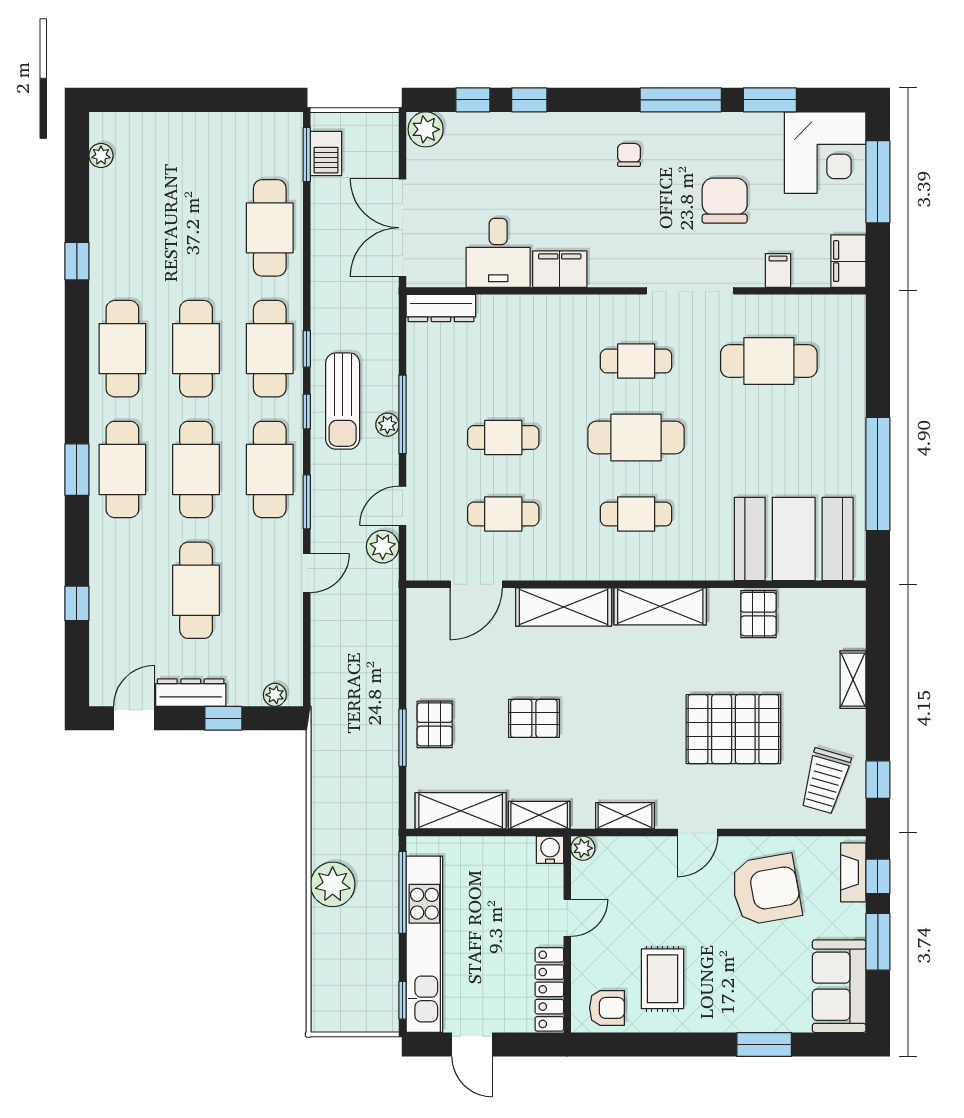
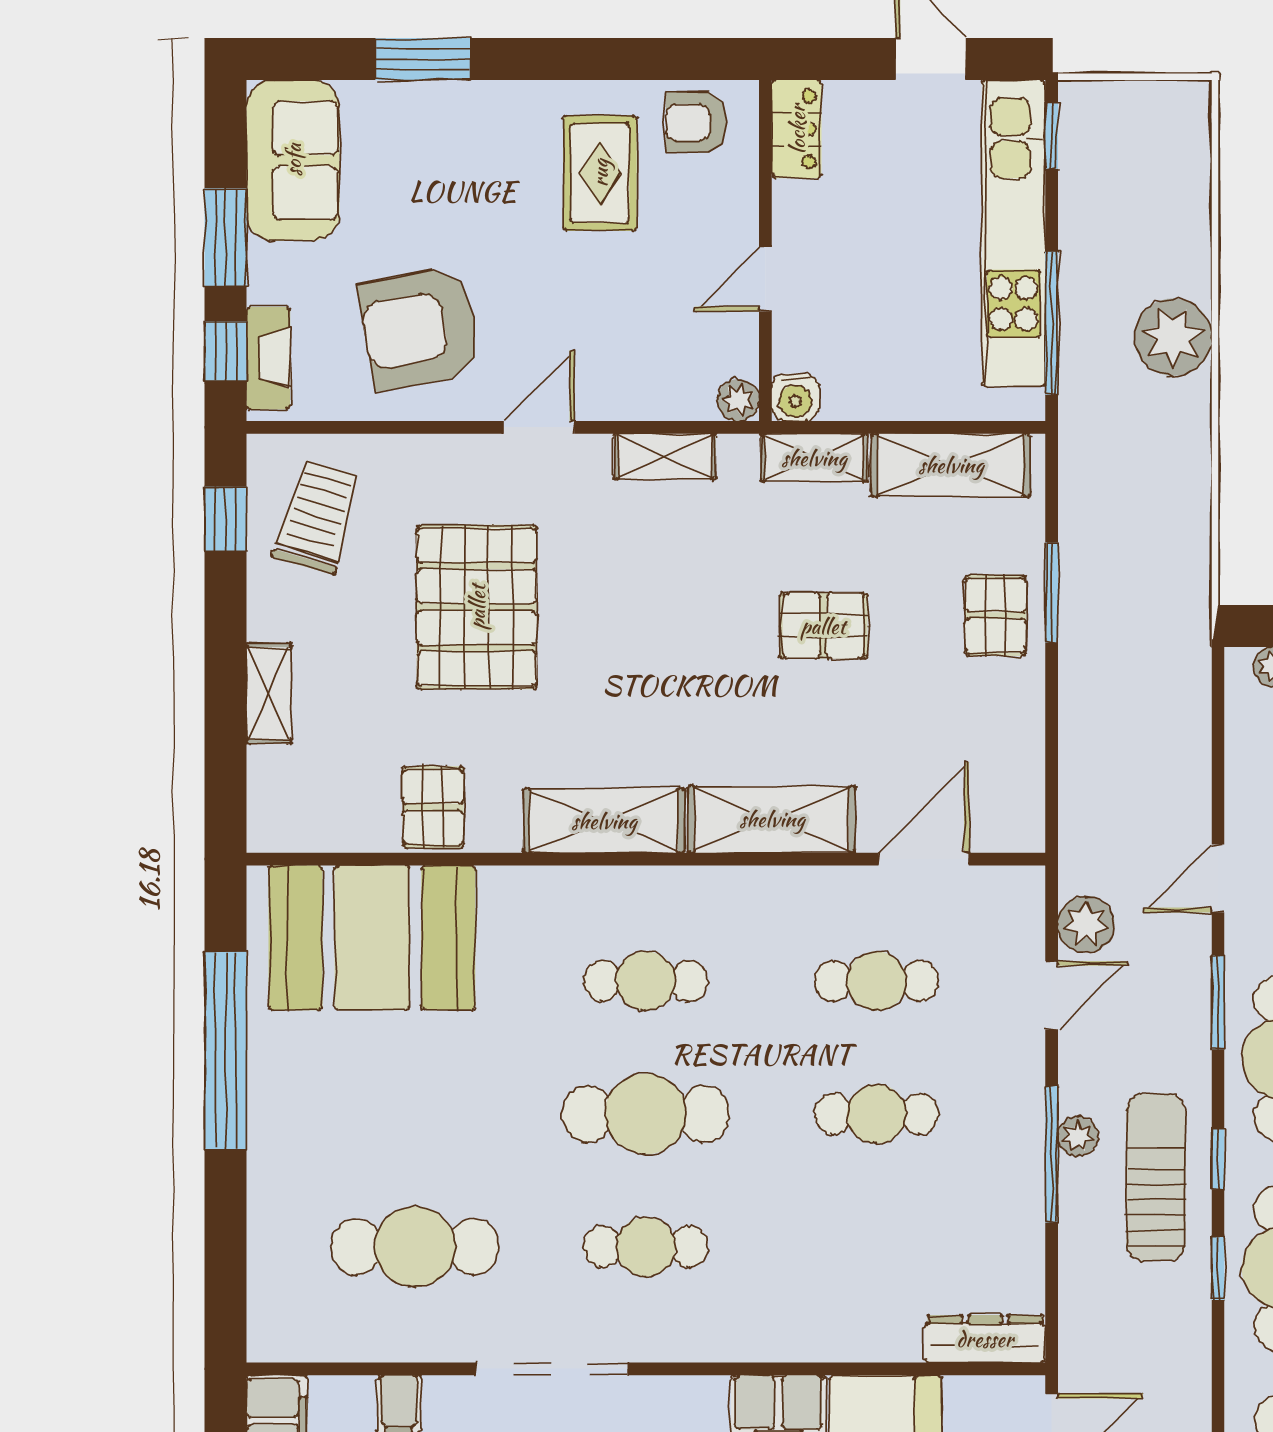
pallet: (733, 729) -> (477, 607), turned 90
locker: (549, 989) -> (797, 129), width x0.66

